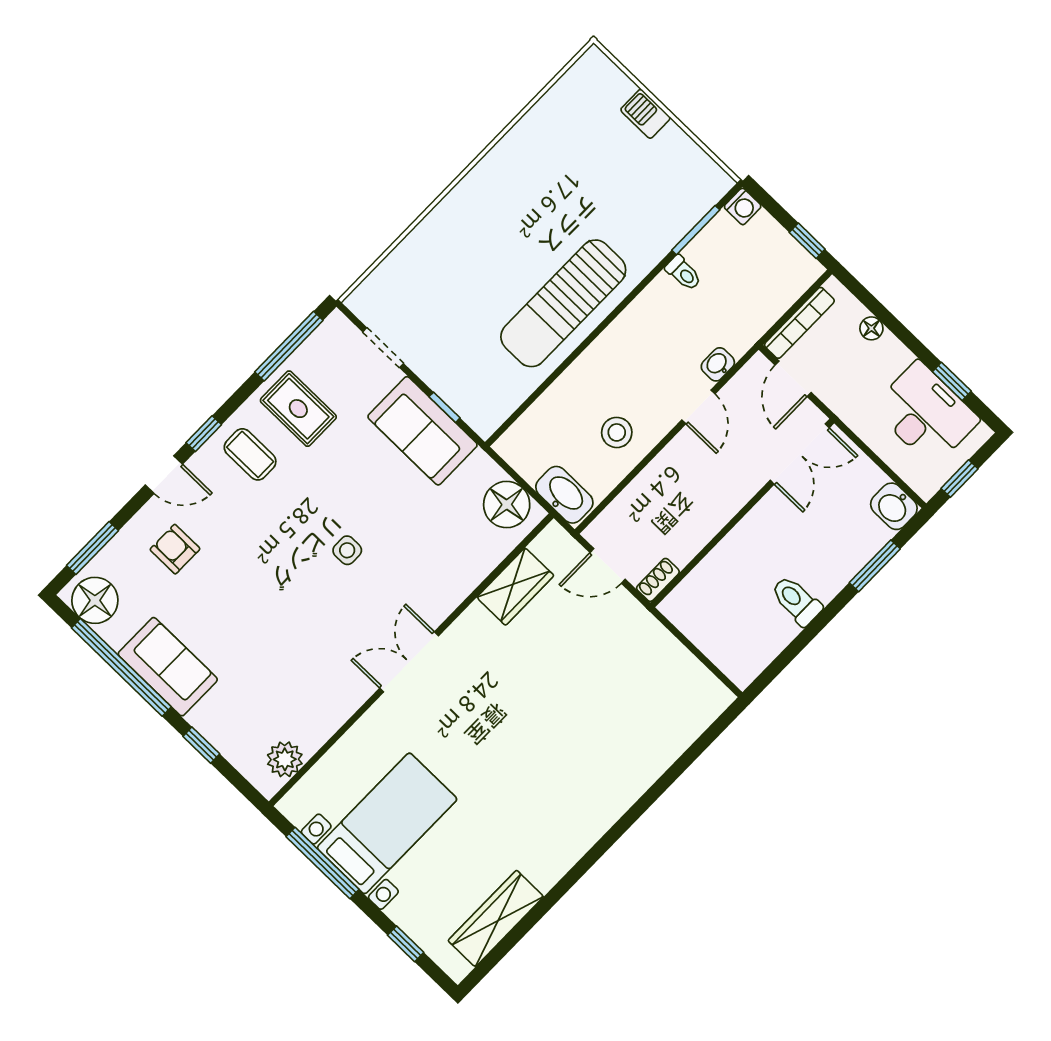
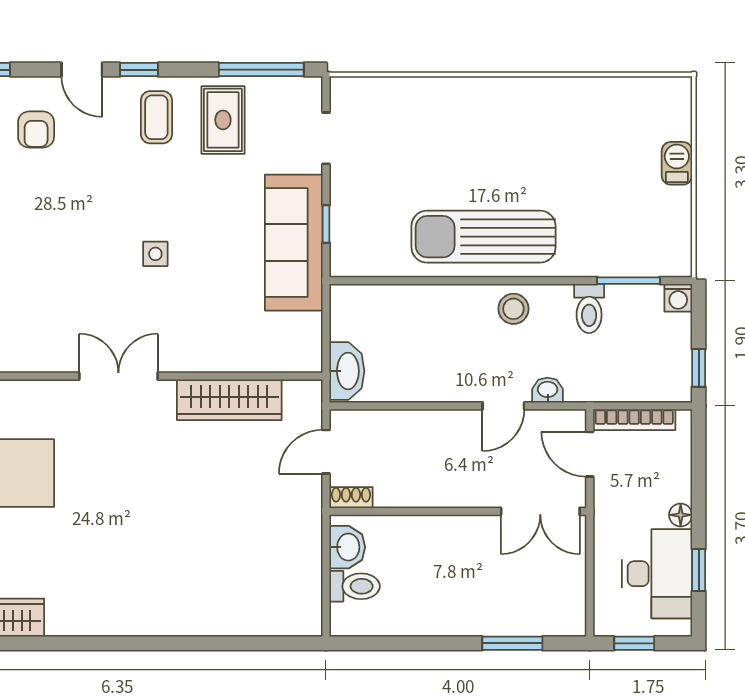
toilet: (683, 273) -> (589, 308), width x1.37, depth x1.39
floor lamp: (871, 328) -> (681, 515), moved
door: (793, 379) -> (590, 454), hinge flipped
sofa: (423, 431) -> (294, 243), width x1.36
stool: (617, 432) -> (513, 309), moved
floor lamp: (507, 505) -> (300, 336), removed
washbasin: (894, 506) -> (347, 547), moved, turned 180
armchair: (175, 549) -> (36, 129), turned 180
door: (608, 566) -> (326, 452), hinge flipped
wardrobe: (515, 586) -> (229, 400), width x1.50
toilet: (796, 601) -> (355, 586), moved, turned 90

